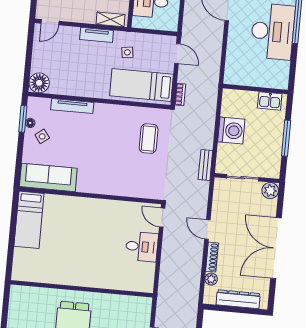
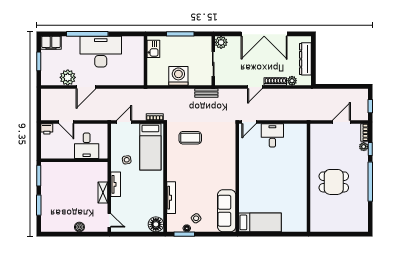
shelving: (111, 19) -> (103, 193), moved

